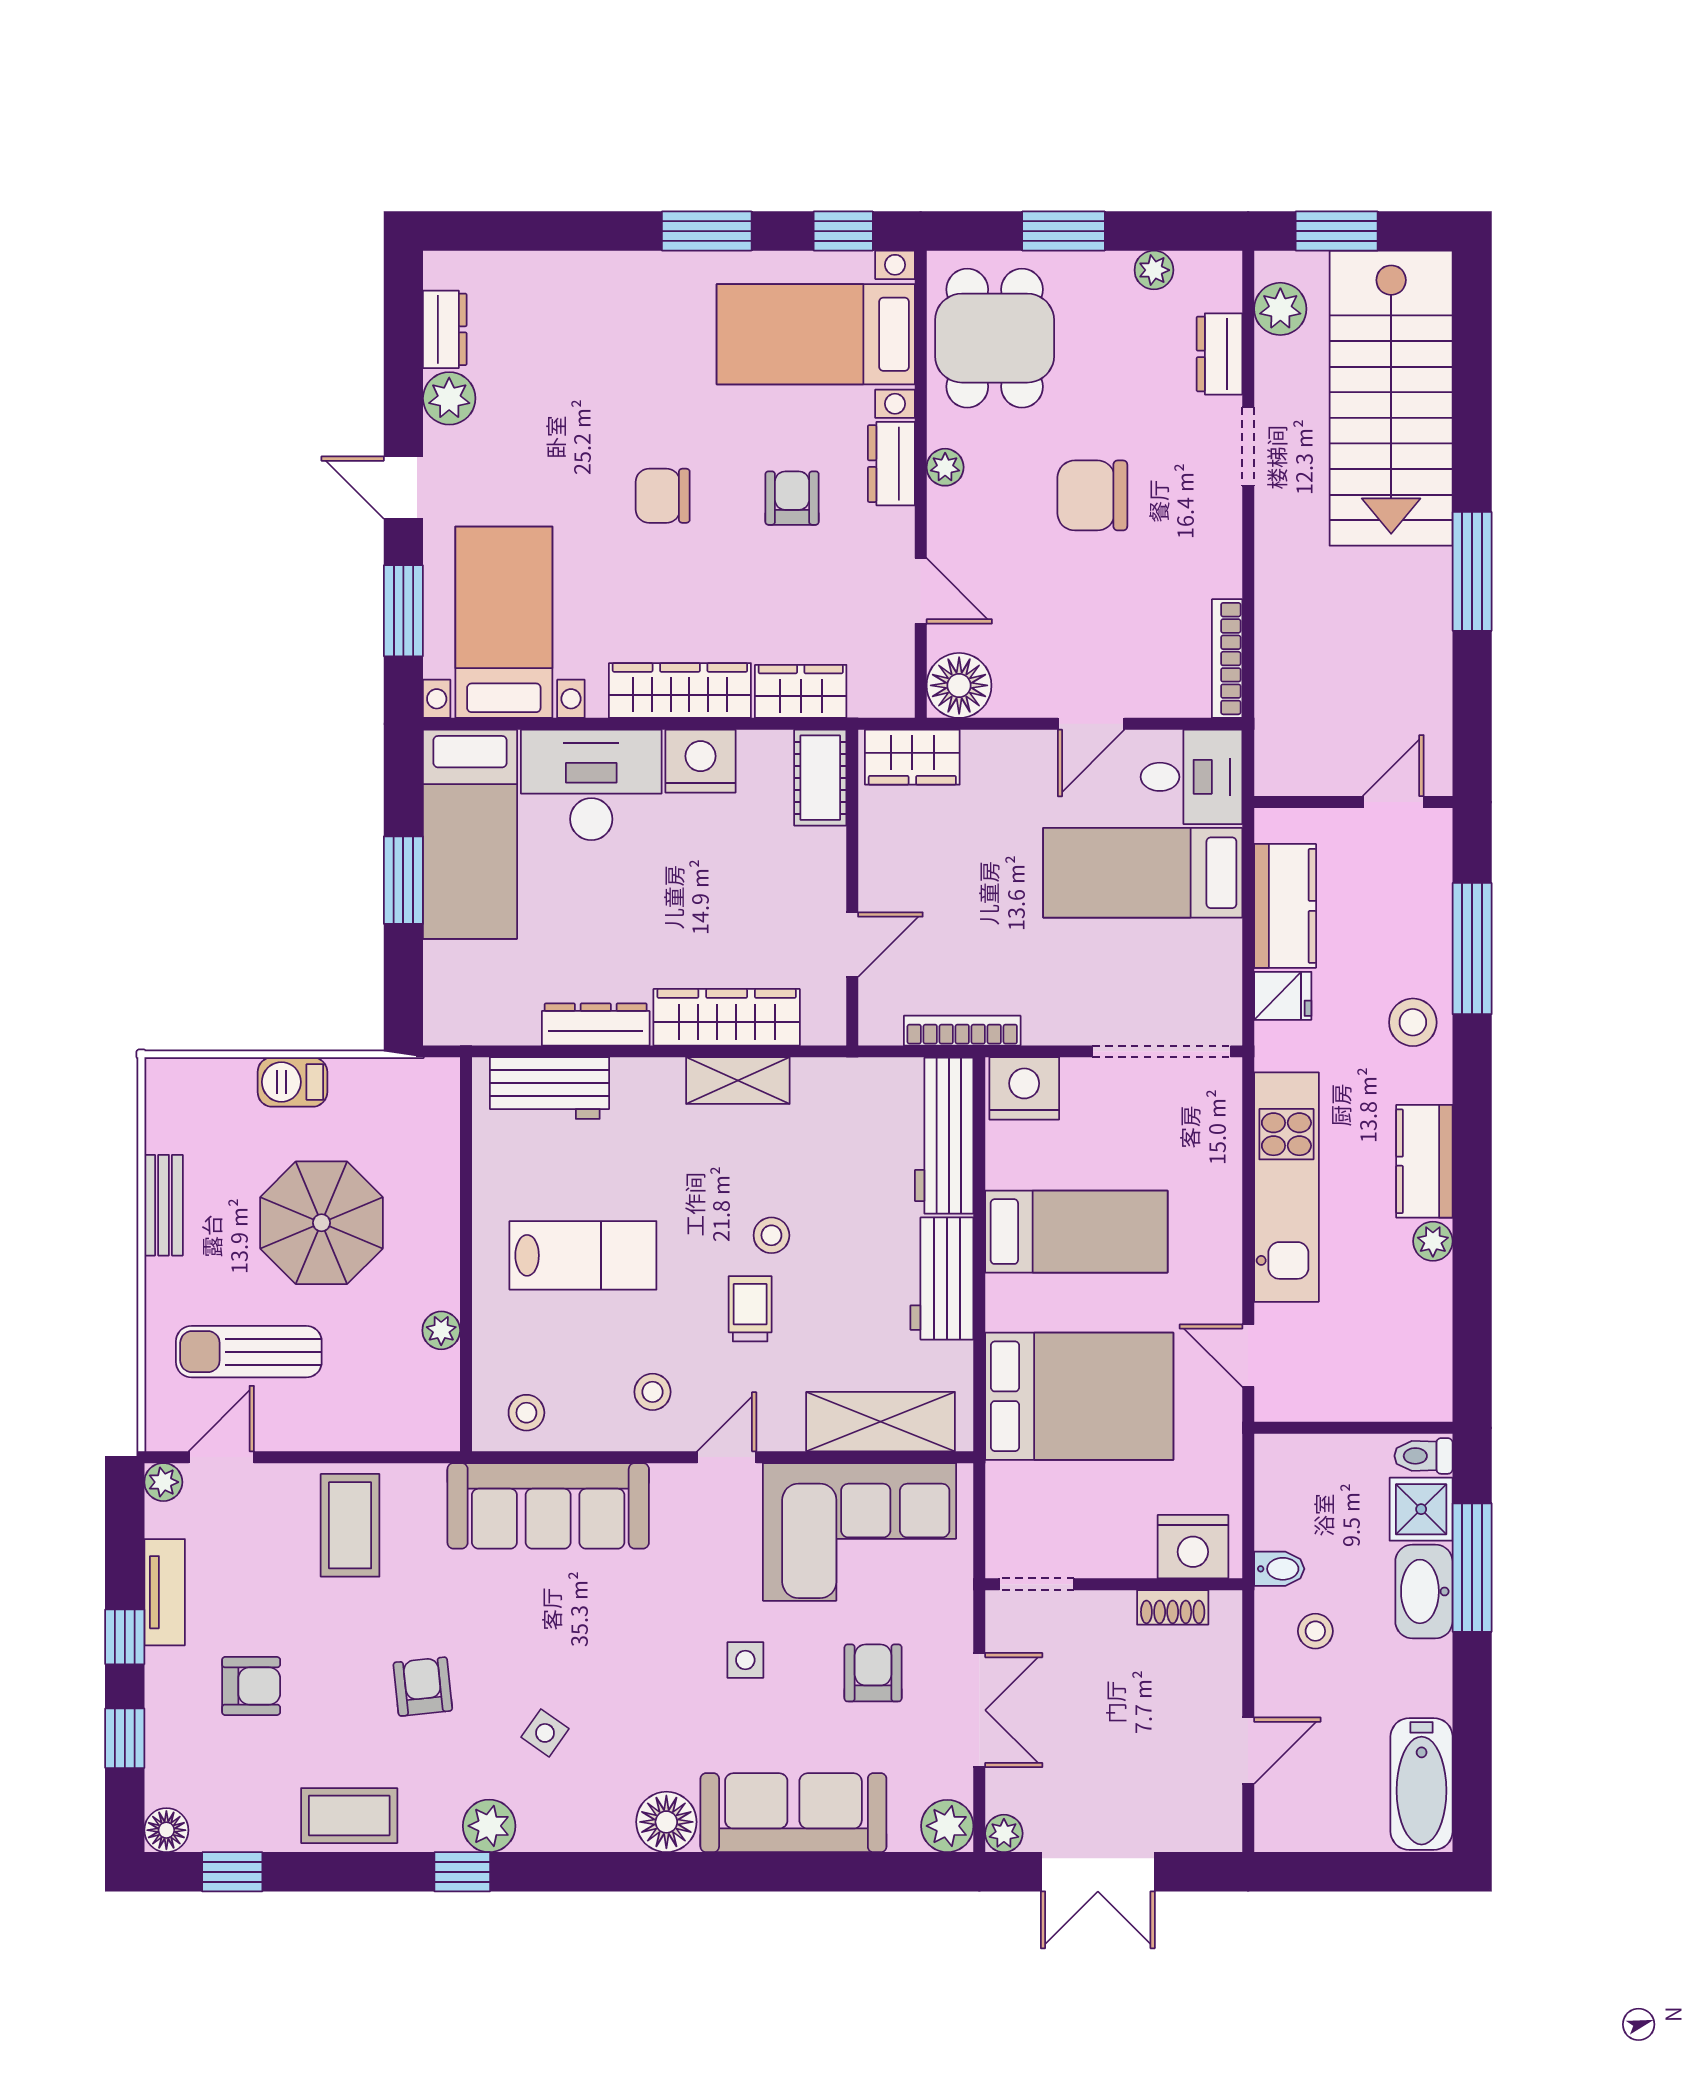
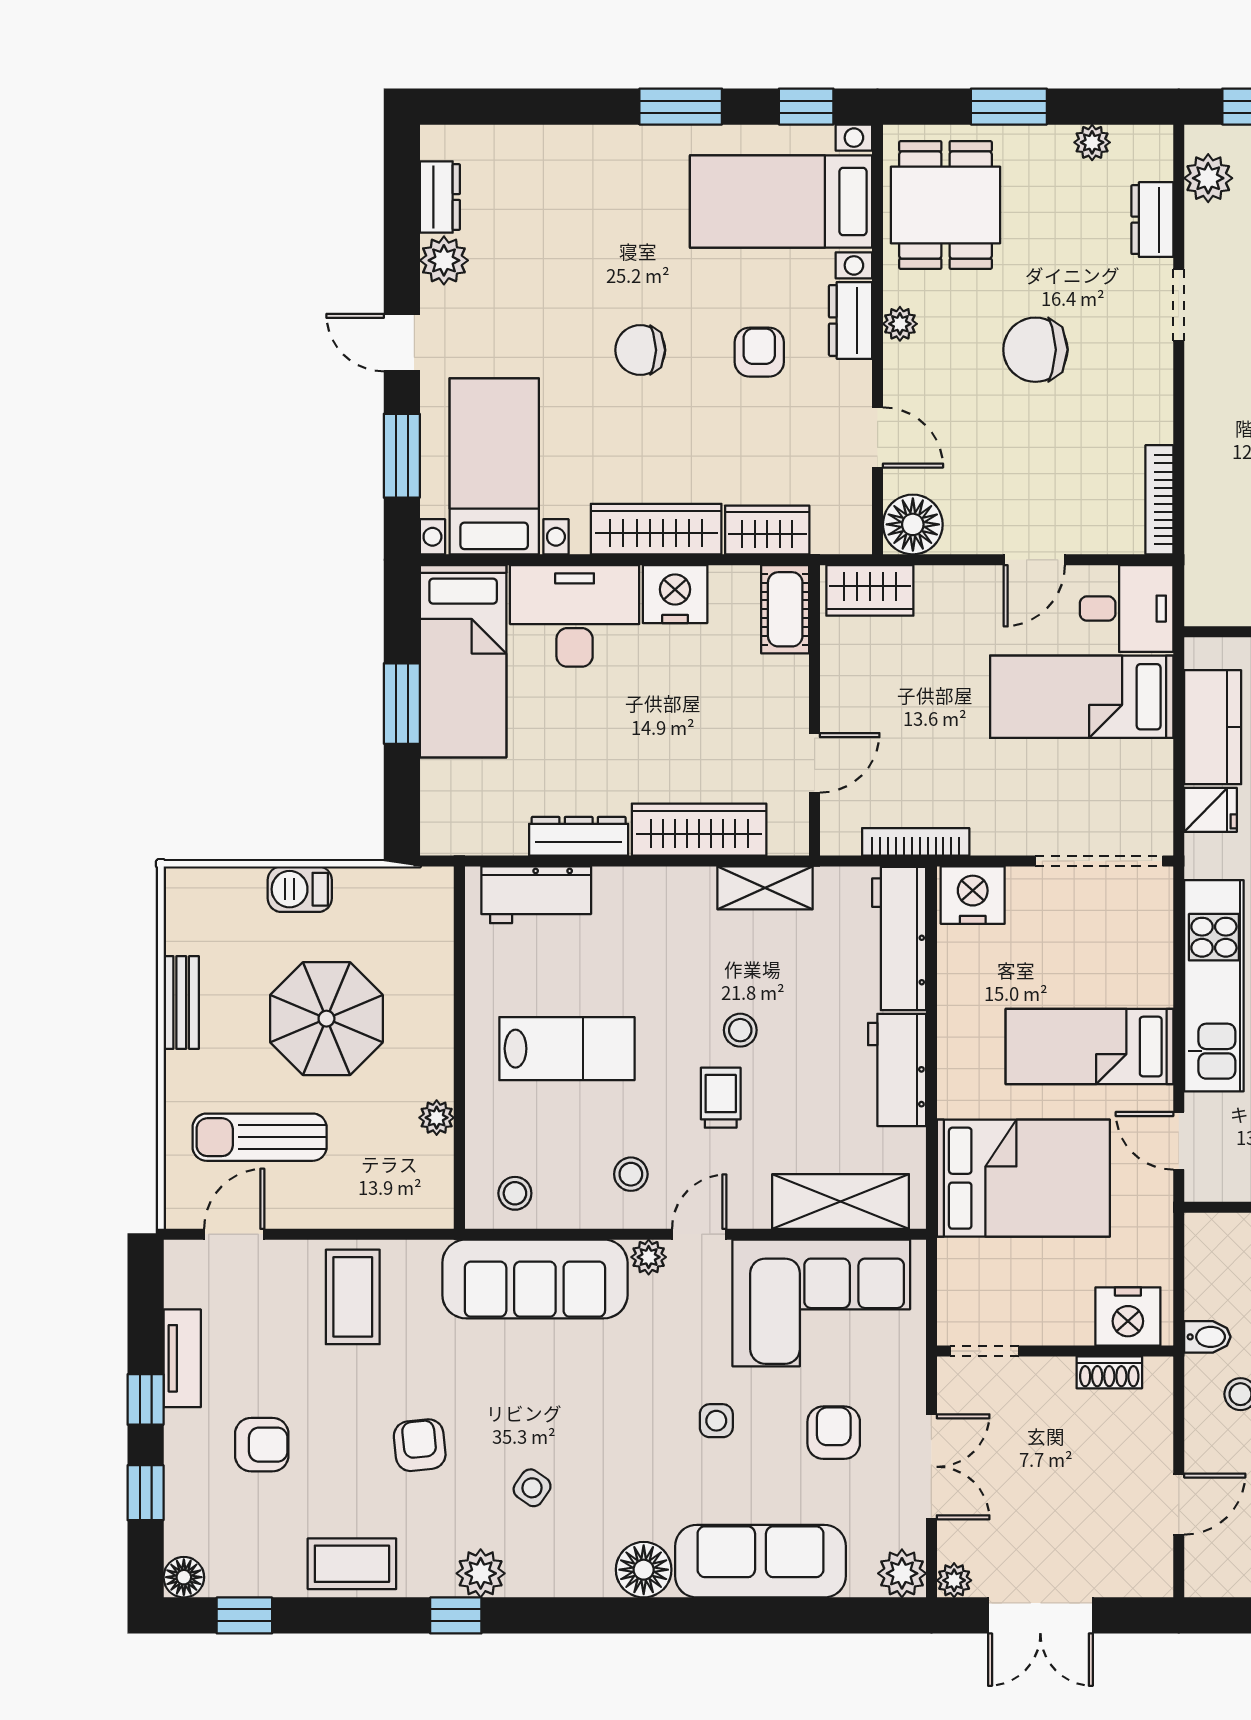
shelving: (738, 1081) -> (765, 888), moved
bed: (1076, 1232) -> (1090, 1047), moved, turned 180
plant: (163, 1482) -> (649, 1257), moved

